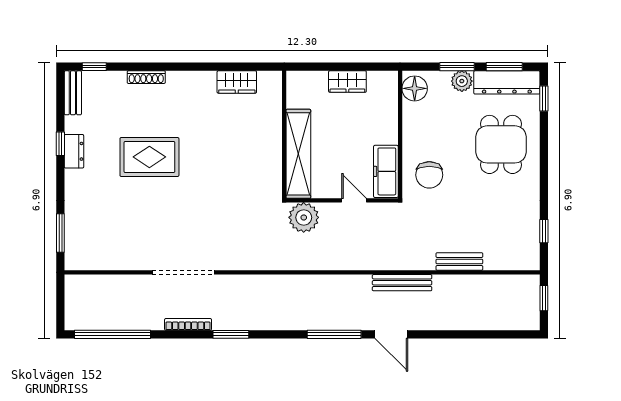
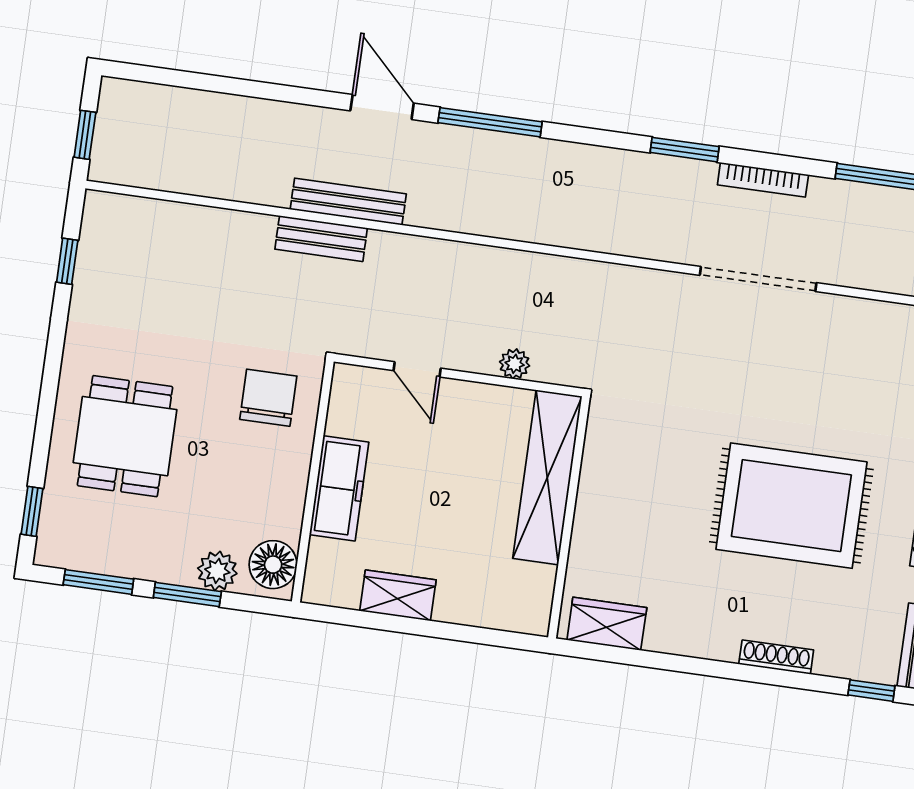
plant: (462, 81) -> (217, 571), moved
dresser: (507, 82) -> (98, 551), removed
wall: (284, 135) -> (569, 517), moved
shelving: (298, 154) -> (547, 477), moved
rug: (149, 157) -> (791, 506), width x1.37, depth x1.44
freezer: (386, 171) -> (339, 488), moved
plant: (304, 217) -> (515, 364), width x0.53, depth x0.53
bench: (459, 261) -> (321, 239), moved

